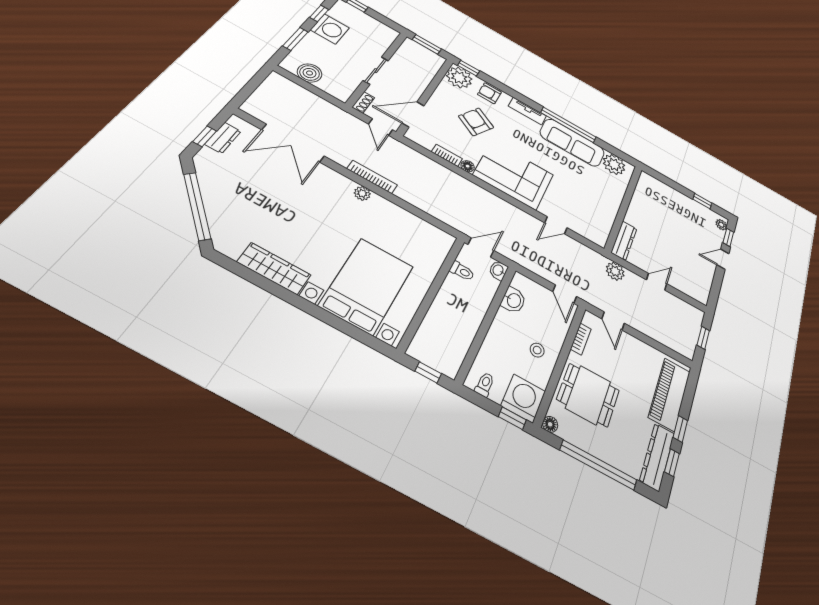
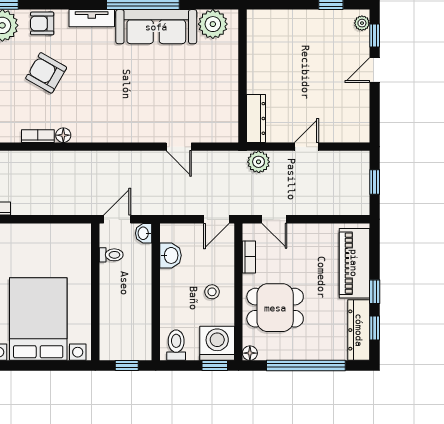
corner sofa: (514, 175) -> (112, 114), removed
door: (556, 225) -> (179, 147), hinge flipped
door: (565, 294) -> (216, 219), hinge flipped
toilet: (485, 384) -> (176, 345), width x1.37, depth x1.39

